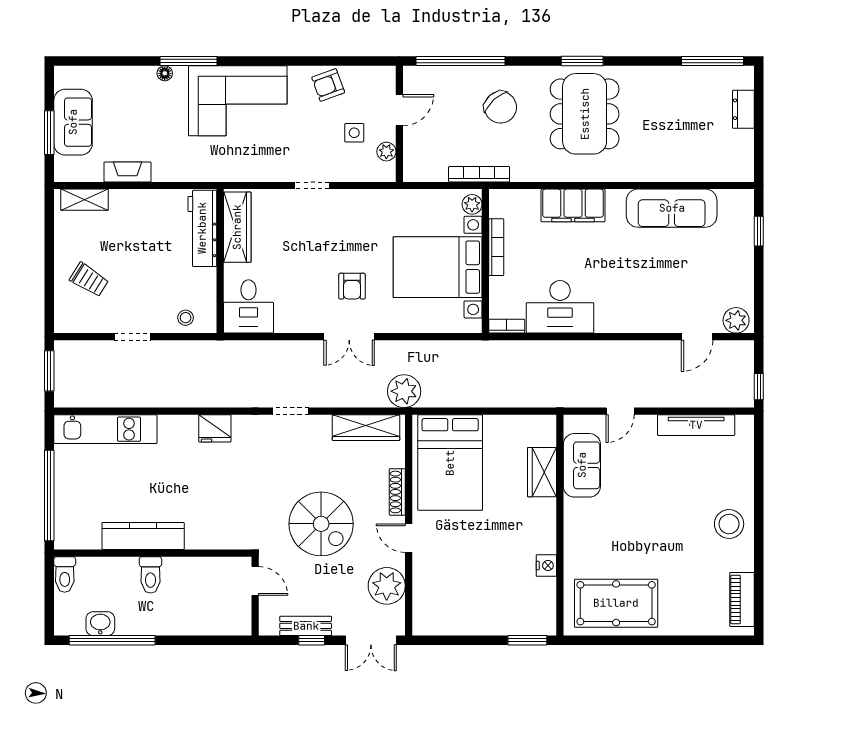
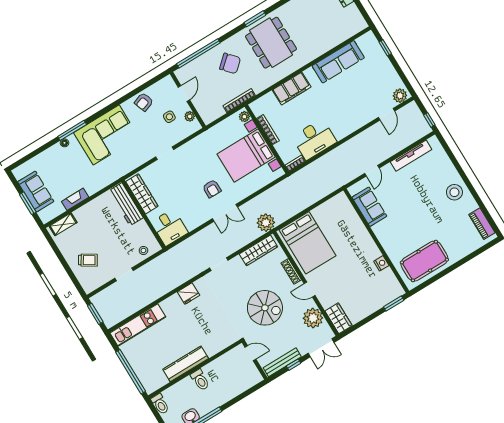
wardrobe: (542, 472) -> (339, 318), moved, turned 180
bench: (306, 626) -> (282, 362), width x1.36

